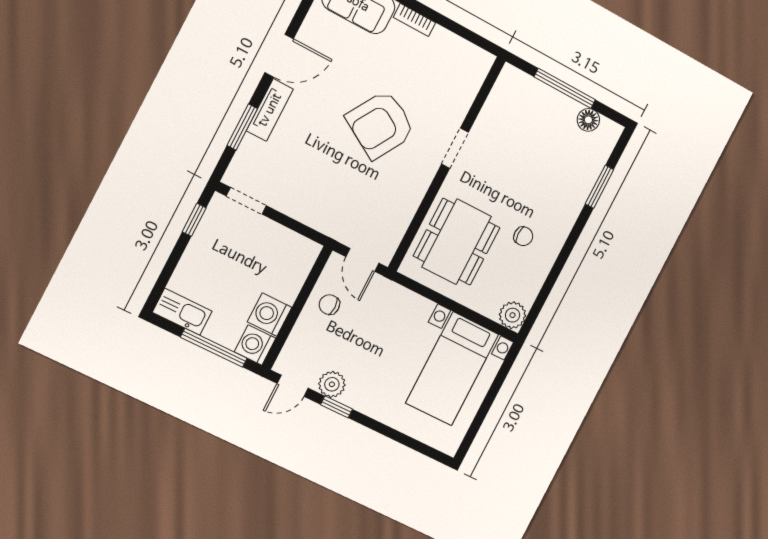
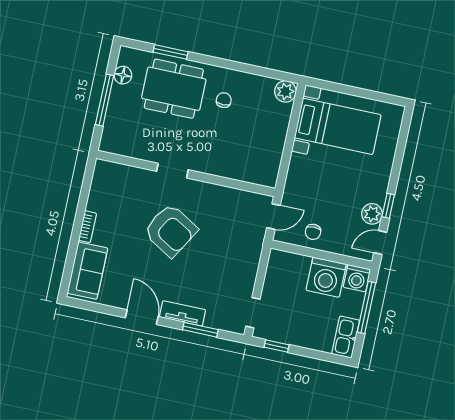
dining table: (457, 242) -> (174, 89), moved
washing machine: (270, 315) -> (326, 277), width x1.37, depth x1.37
door: (293, 386) -> (380, 243), swing flipped

